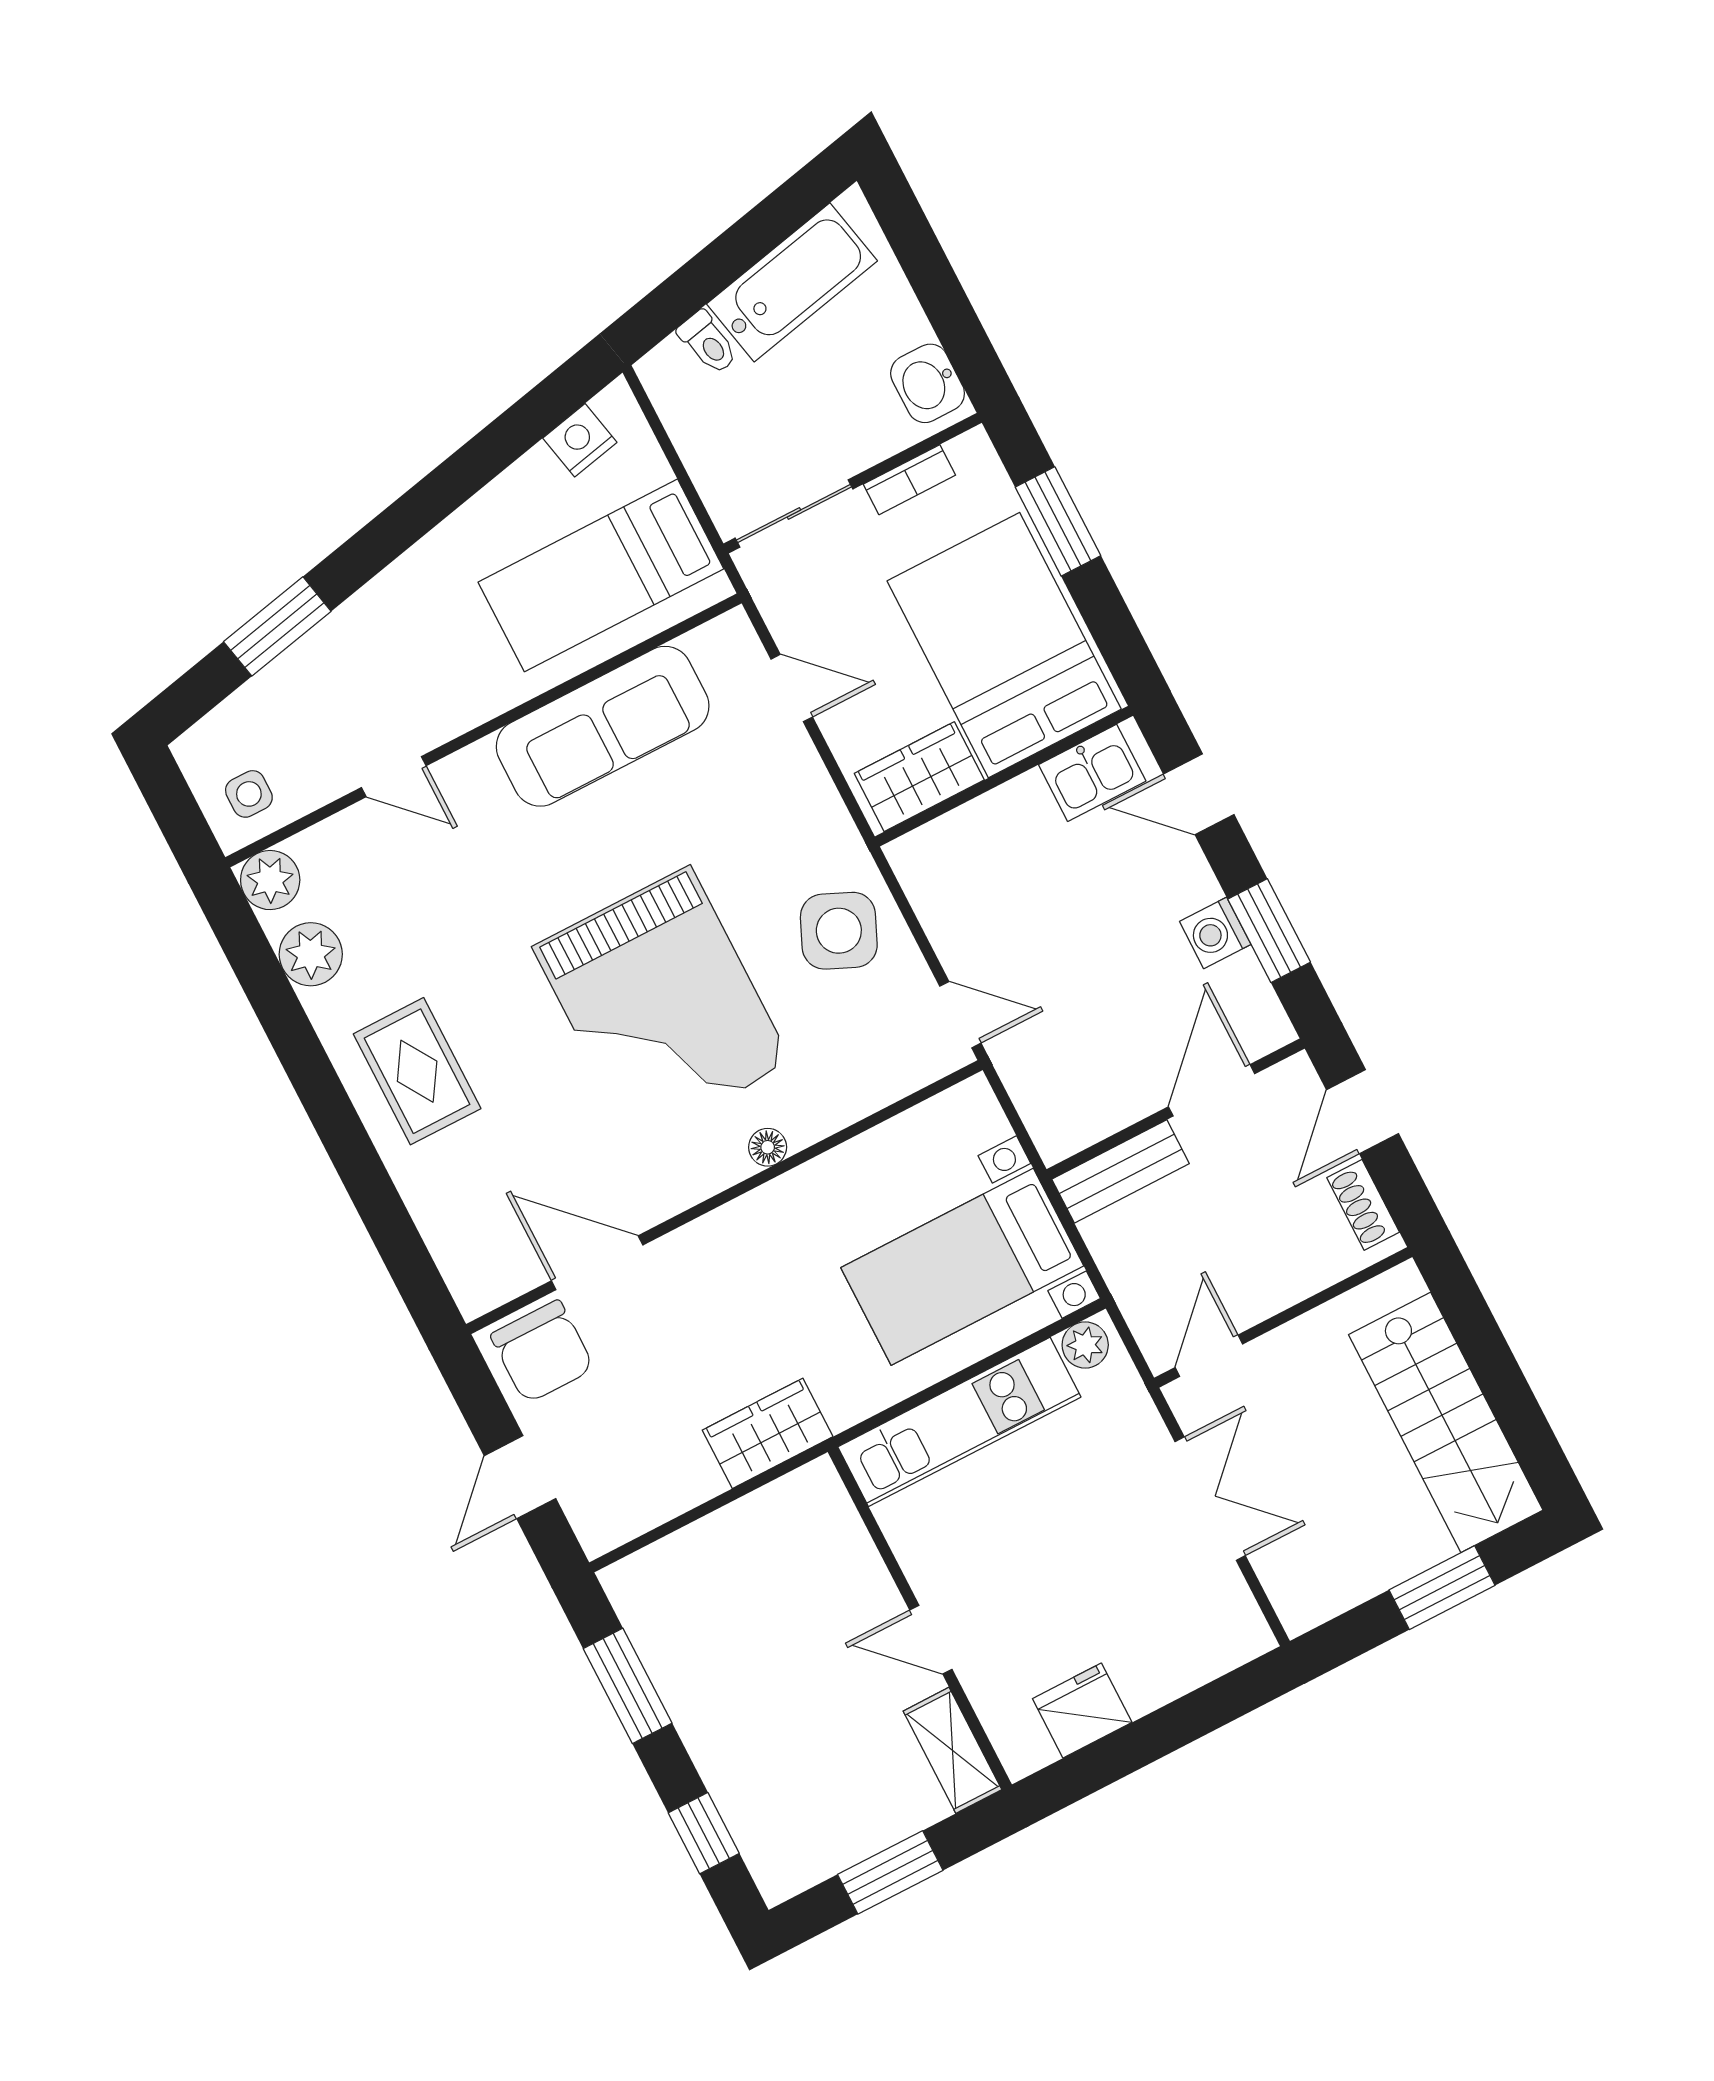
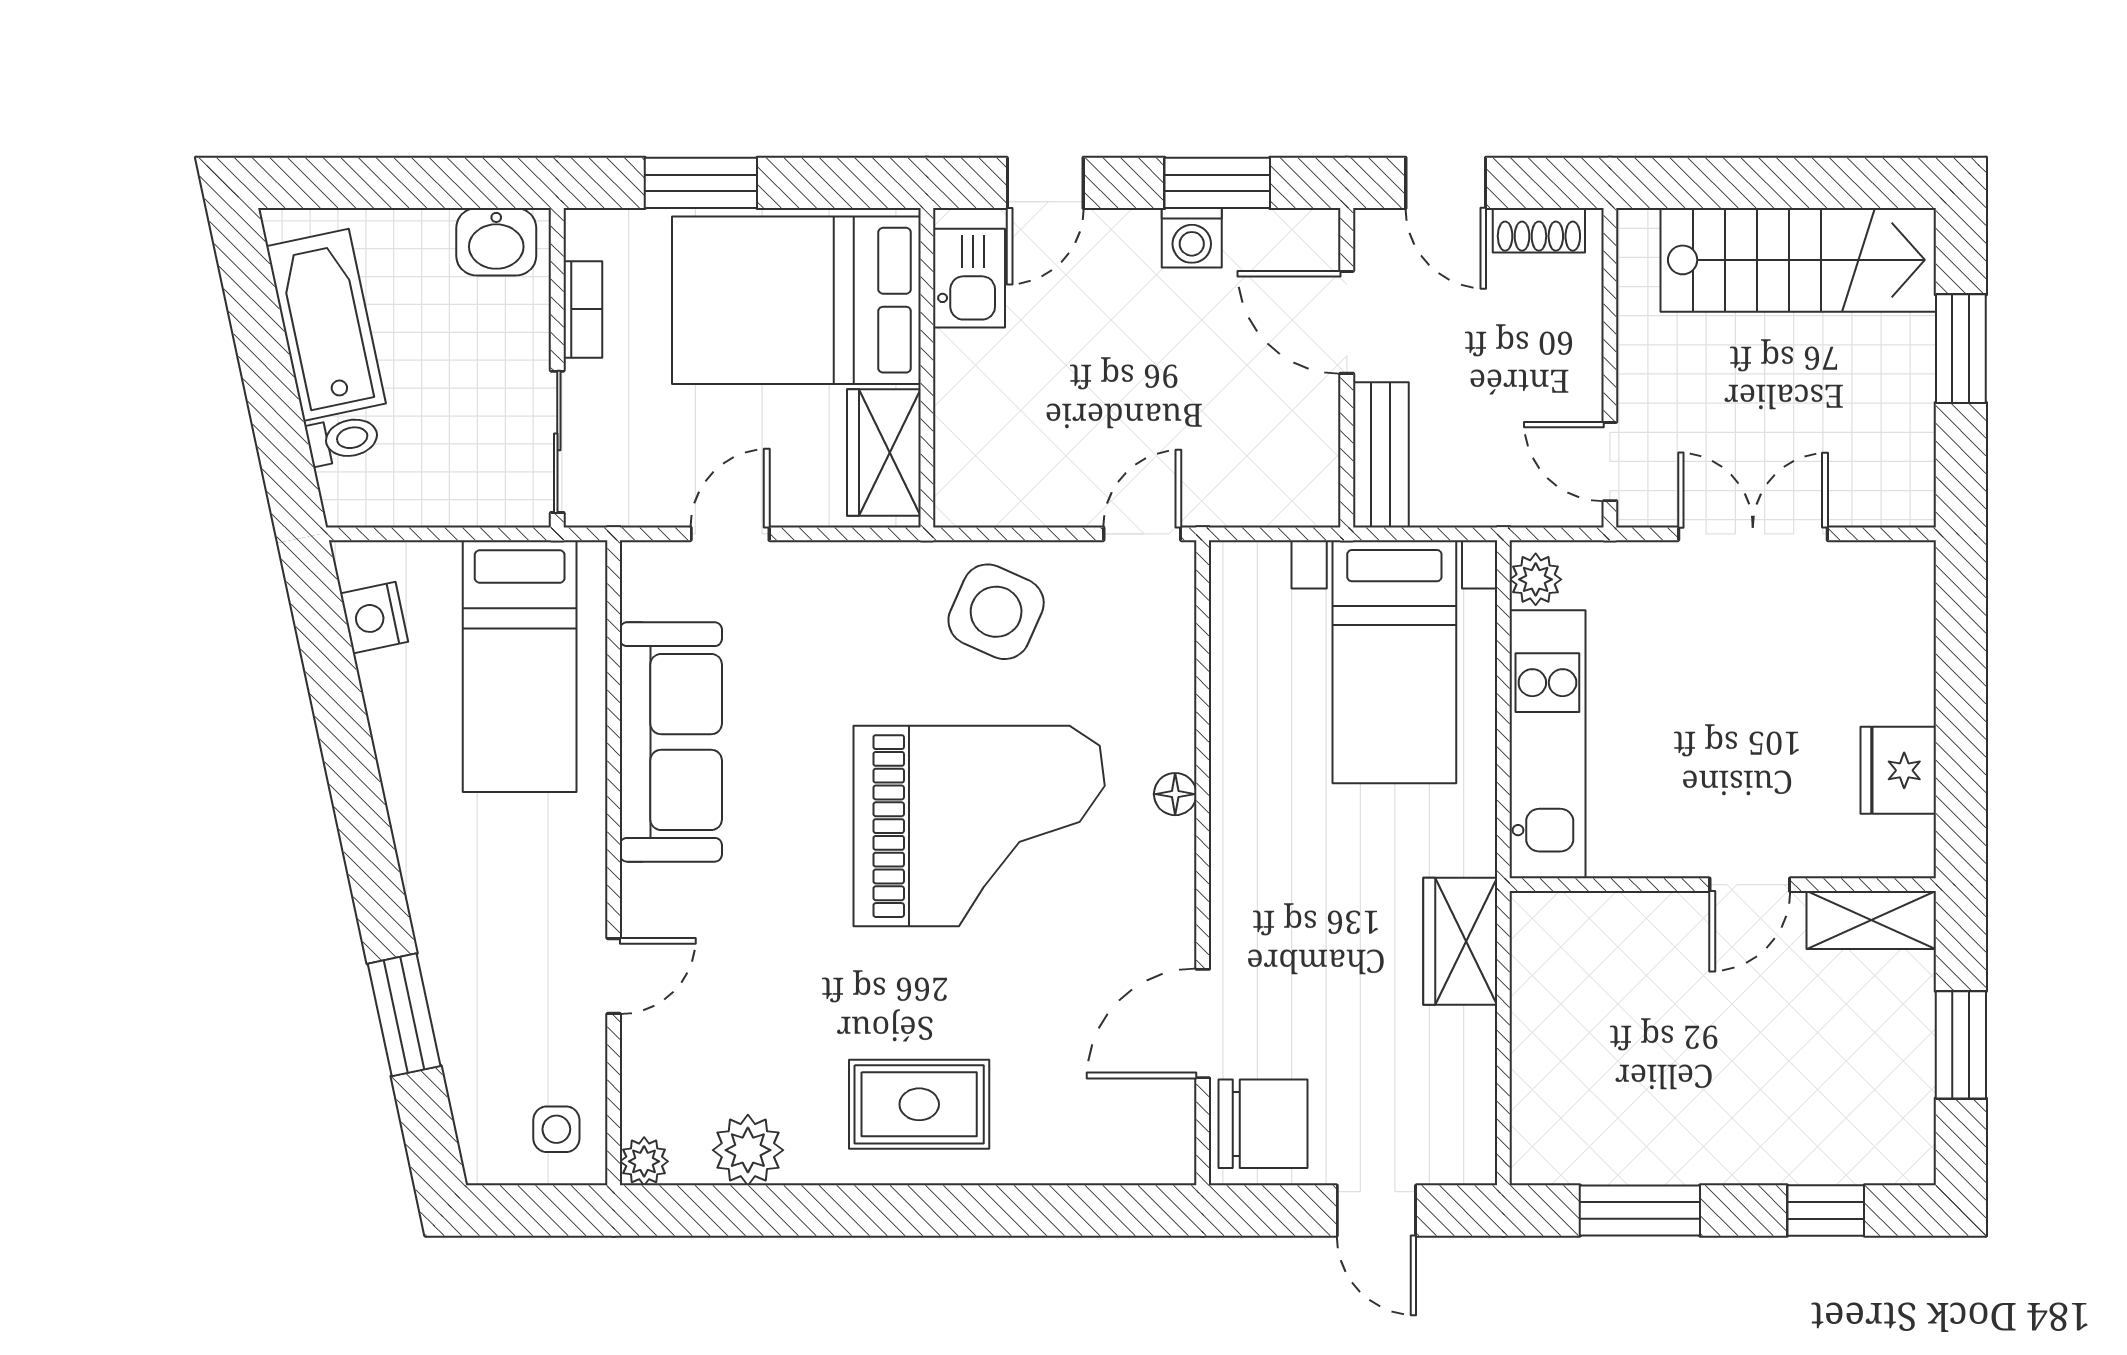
plant: (270, 880) -> (644, 1161), width x0.73, depth x0.73

